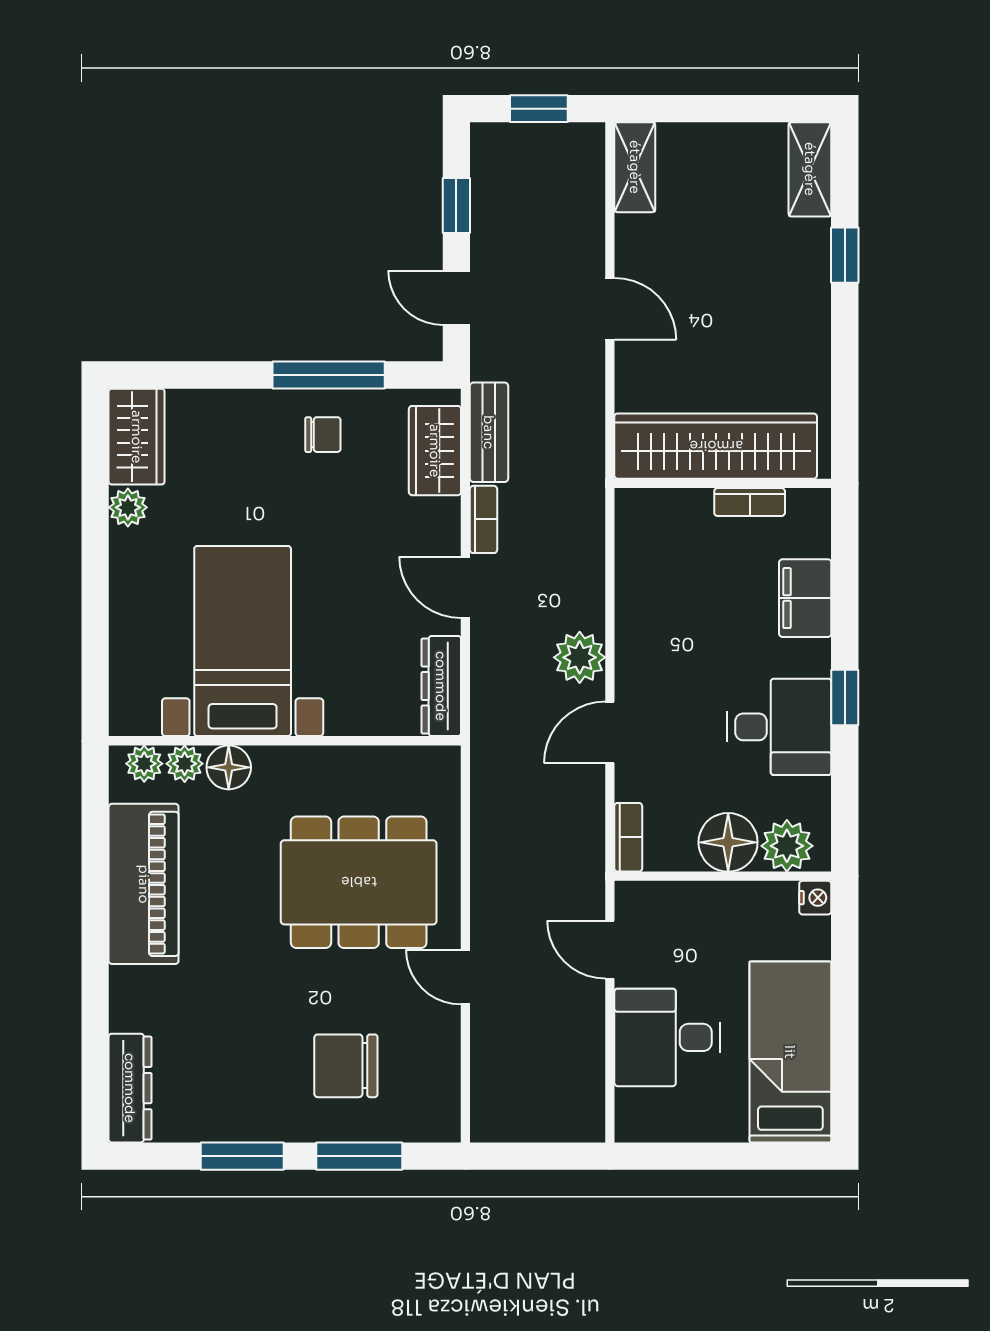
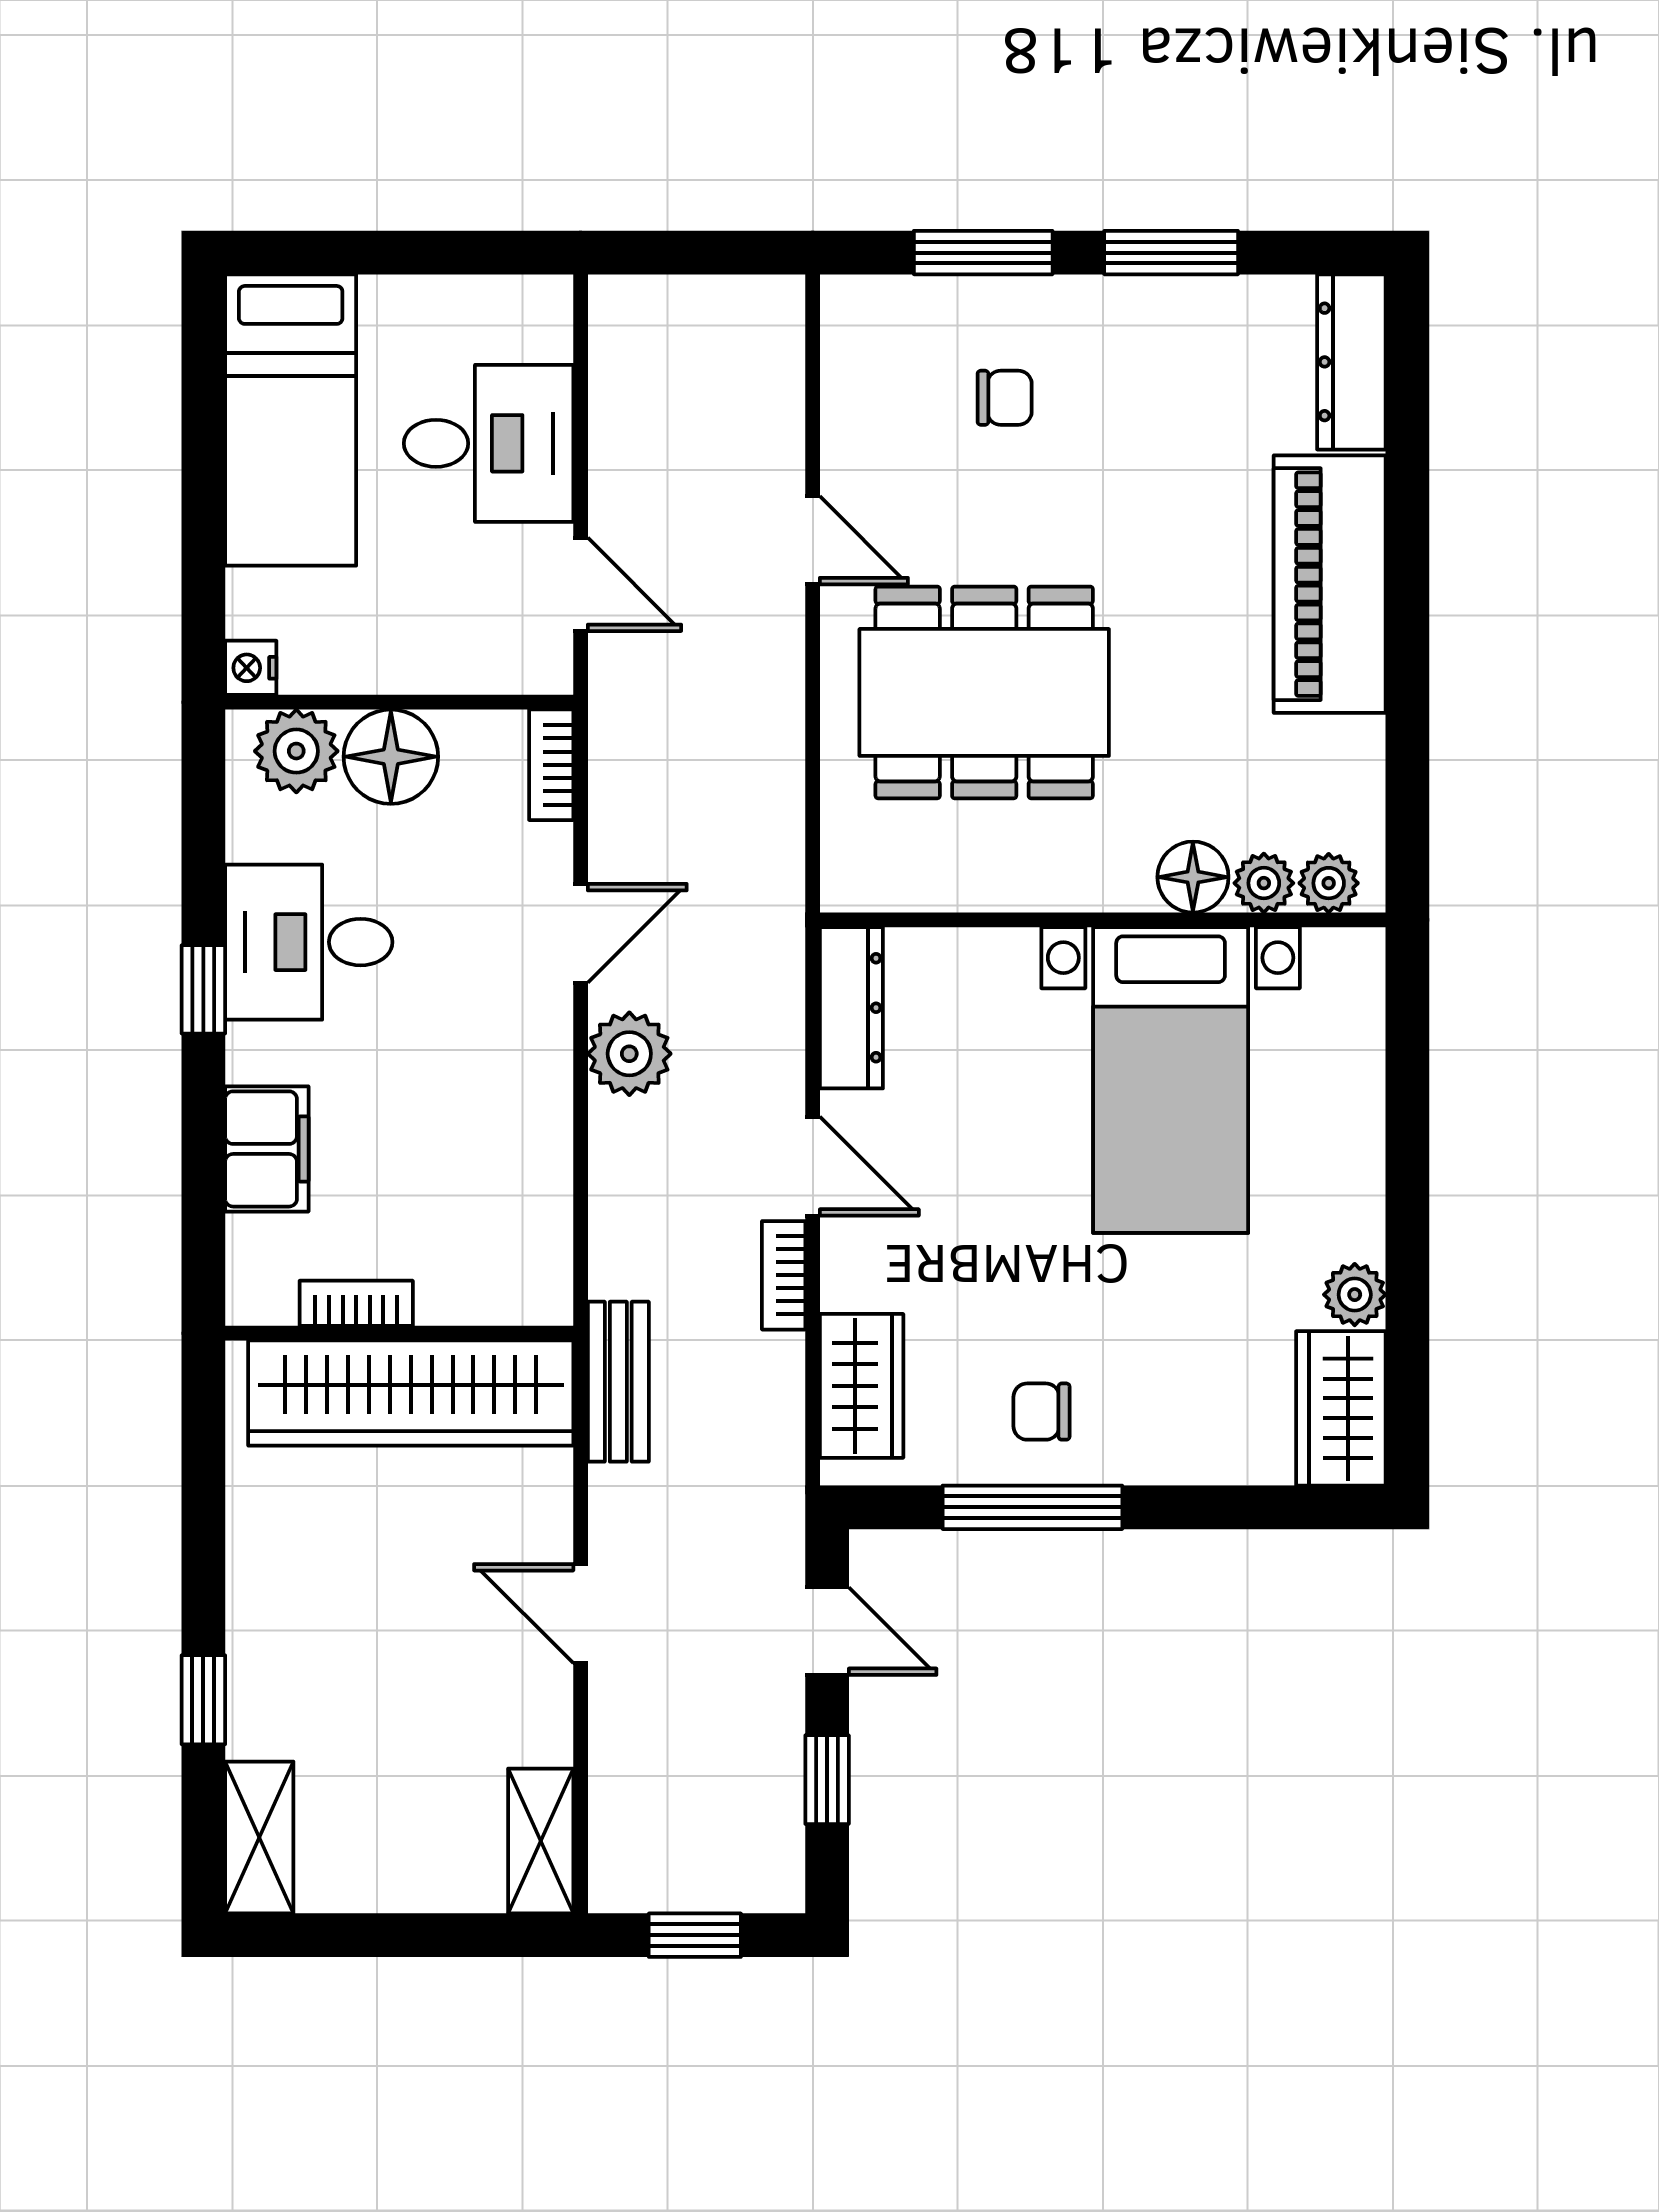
bench: (489, 432) -> (618, 1382), moved
piano: (144, 884) -> (1330, 584), moved
chair: (346, 1066) -> (1005, 398), width x0.54, depth x0.54

